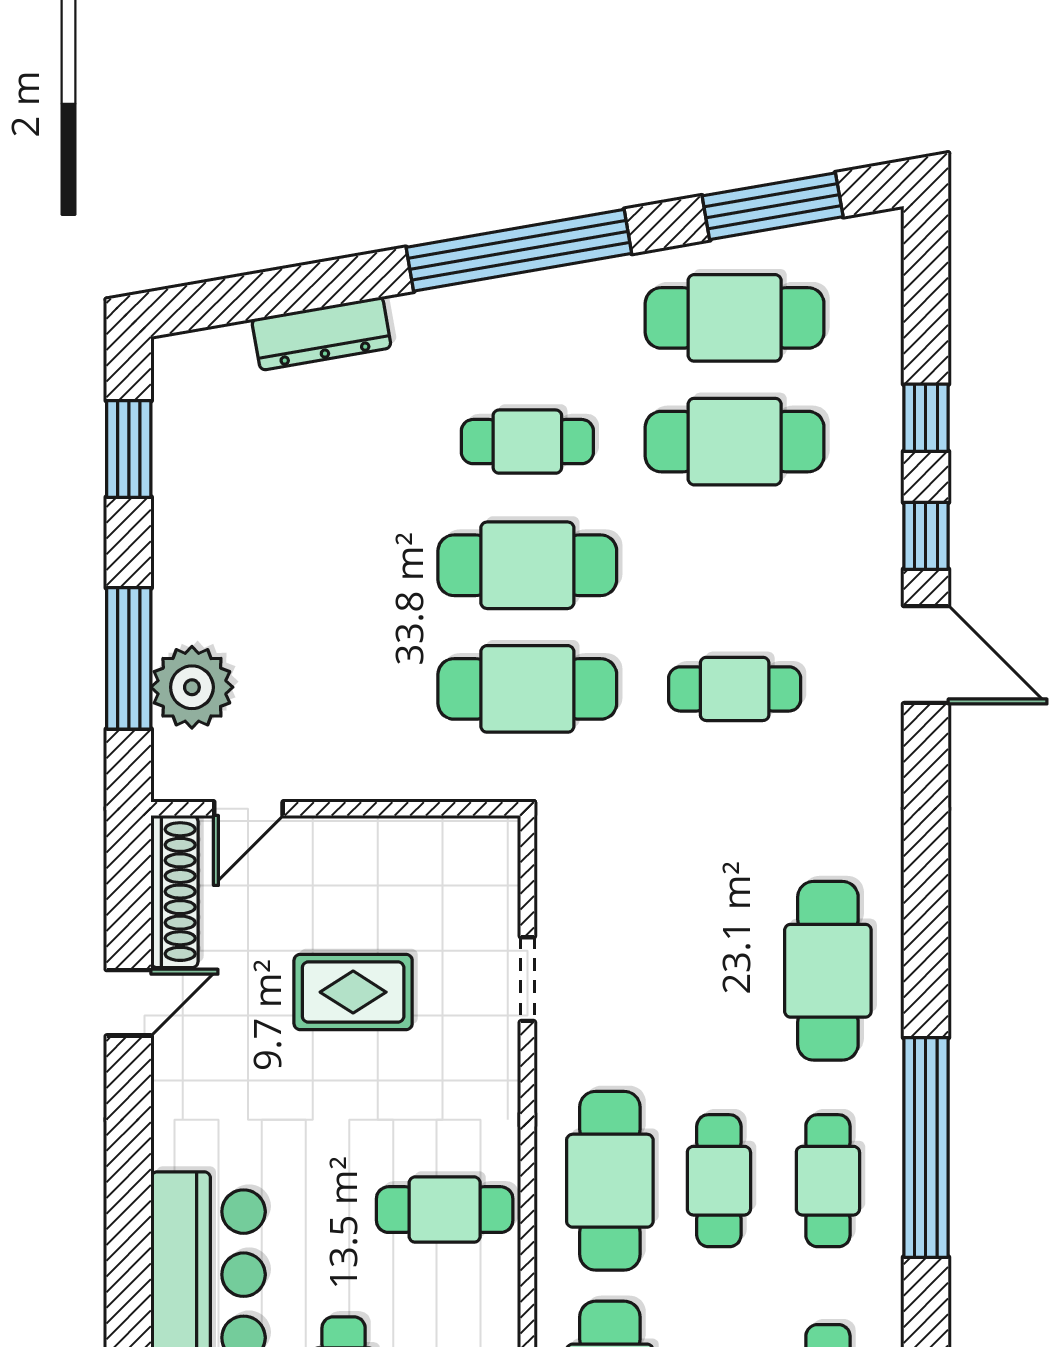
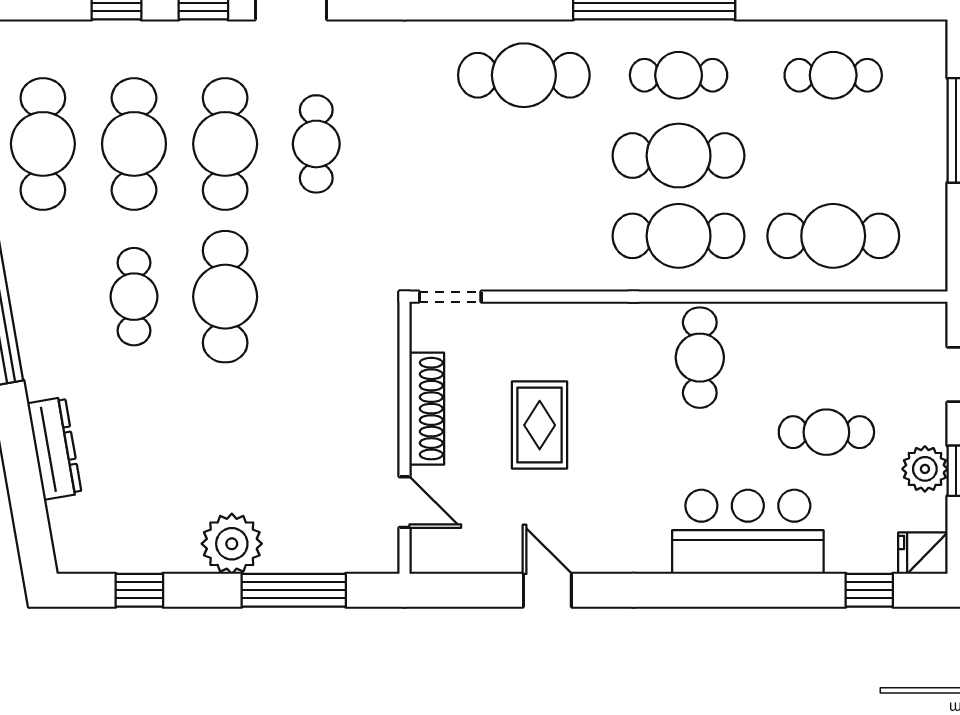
window: (129, 449) -> (139, 590), width x0.67
plant: (192, 687) -> (232, 544), moved
cafe table: (527, 689) -> (225, 144), moved
shoe rack: (175, 892) -> (427, 409), moved, turned 90
doorway: (527, 979) -> (450, 297), moved
cafe table: (719, 1181) -> (679, 156), width x1.37, depth x1.35

